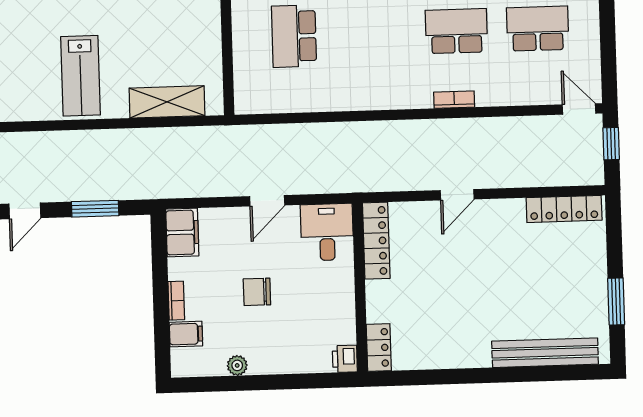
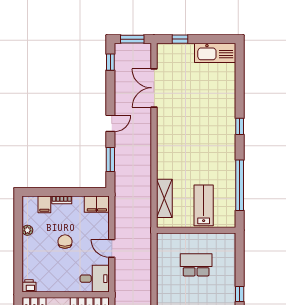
lab bench: (81, 76) -> (204, 205), moved, turned 90
door: (25, 211) -> (110, 123), swing flipped

